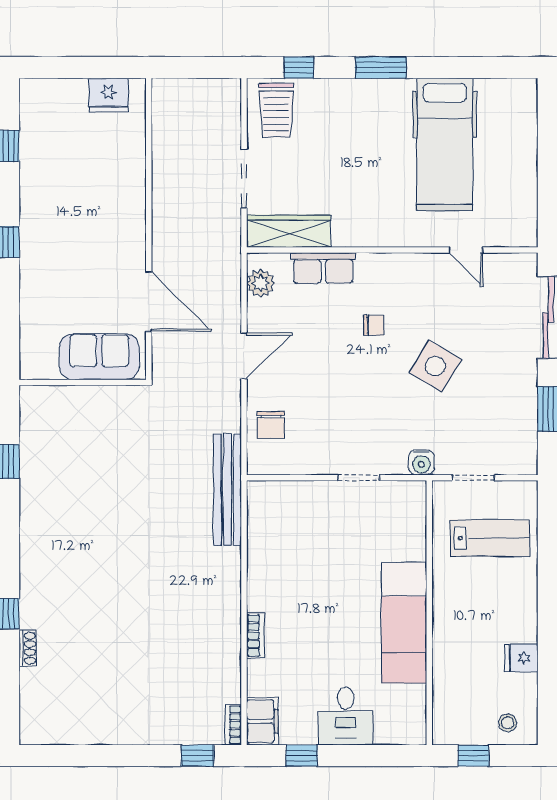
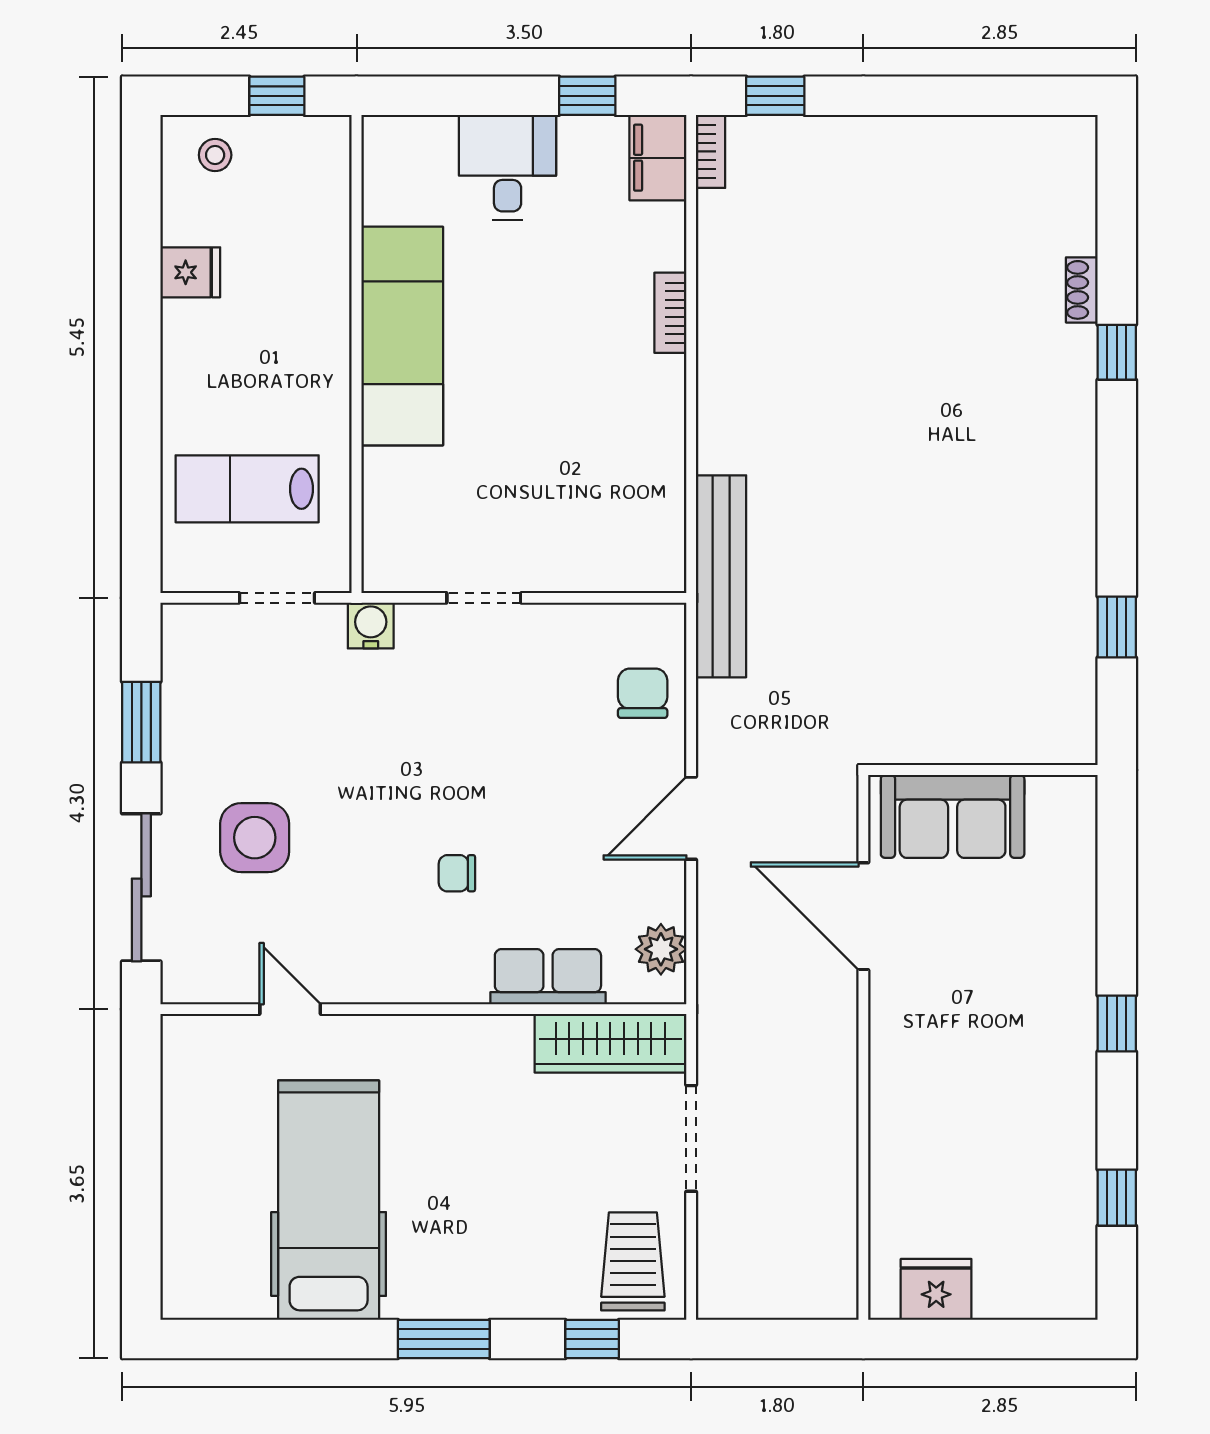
side table: (435, 366) -> (255, 838), moved, turned -31

